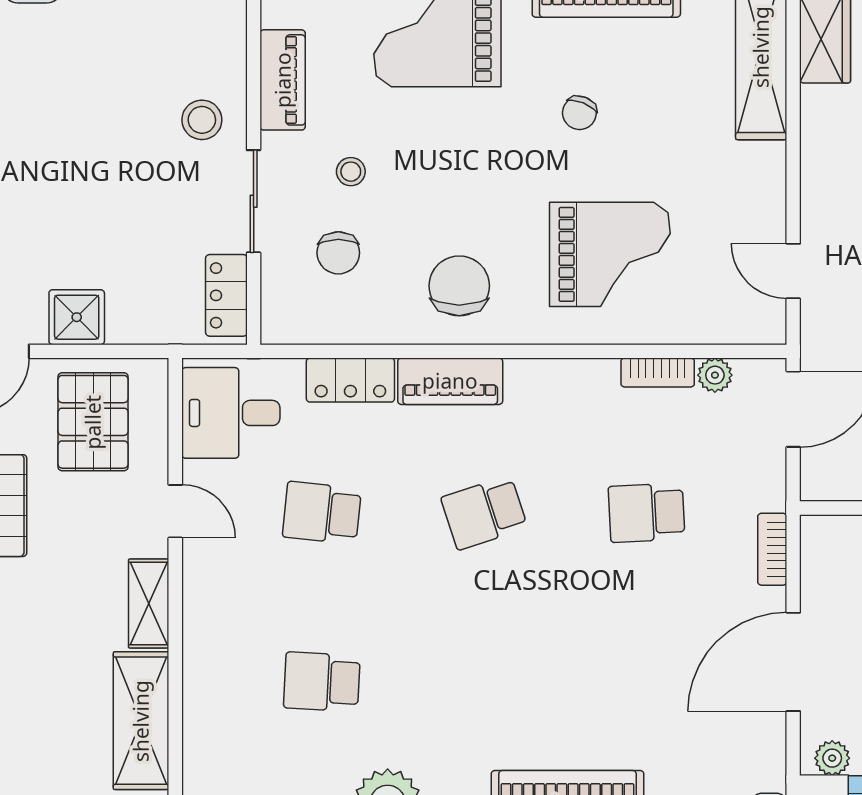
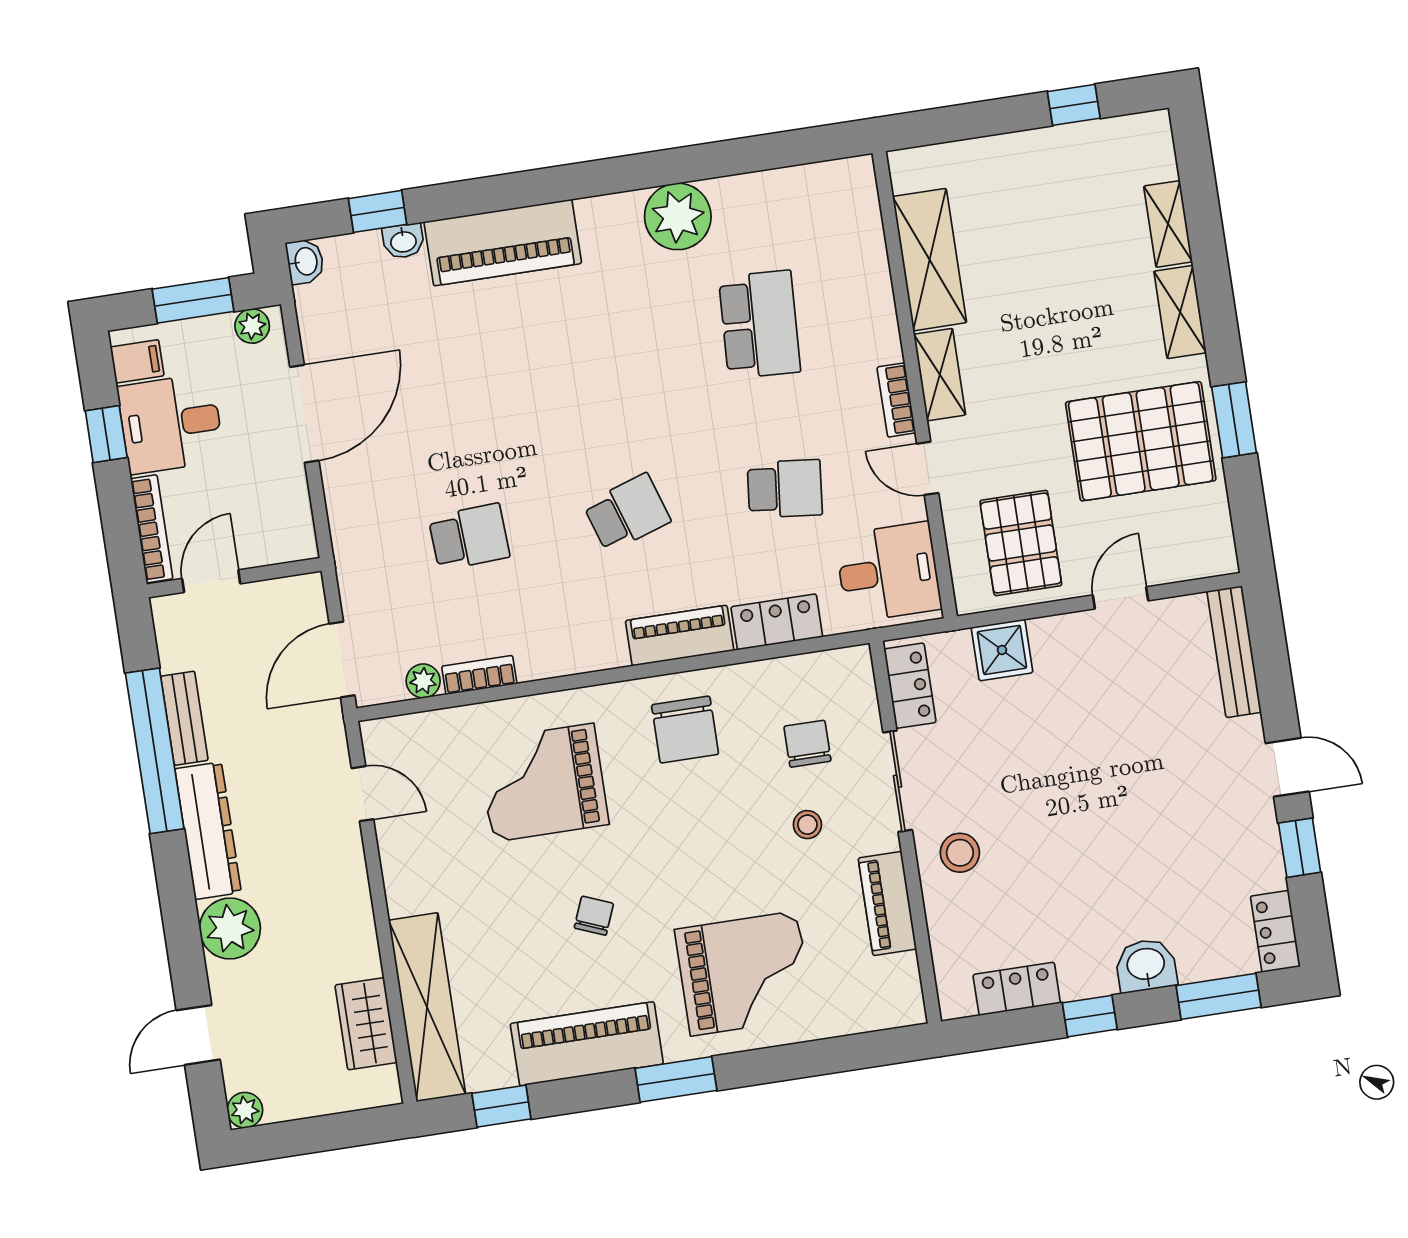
shower: (77, 317) -> (1002, 650), moved
bookcase: (772, 549) -> (896, 400), moved, turned 180
school desk: (322, 682) -> (760, 324), width x1.85

